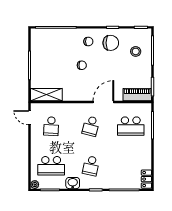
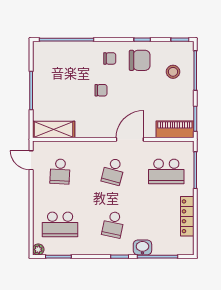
locker: (146, 179) -> (187, 216), moved, width x1.53
washbasin: (73, 183) -> (142, 247), moved

